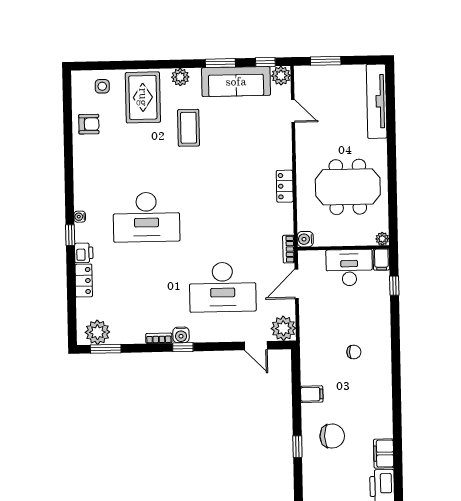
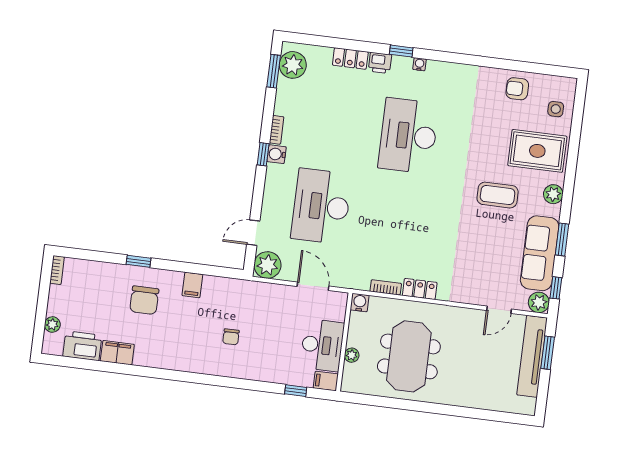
tv unit: (377, 101) -> (532, 356), moved, turned -90
armchair: (89, 124) -> (517, 89), turned 90
plant: (382, 239) -> (352, 355), moved
bookcase: (289, 249) -> (386, 287), moved

